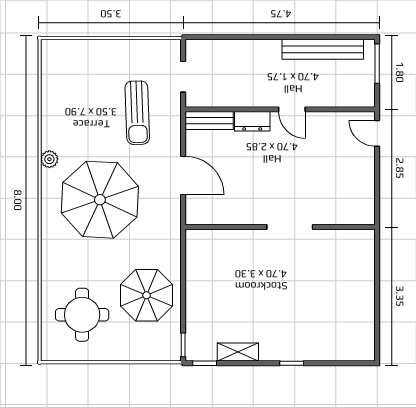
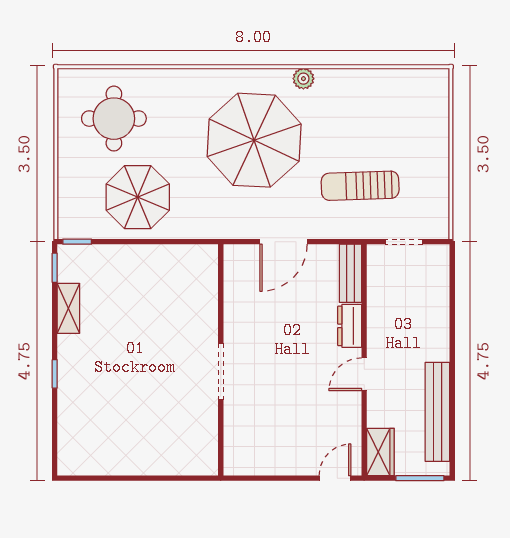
wardrobe: (356, 96) -> (380, 452), added

